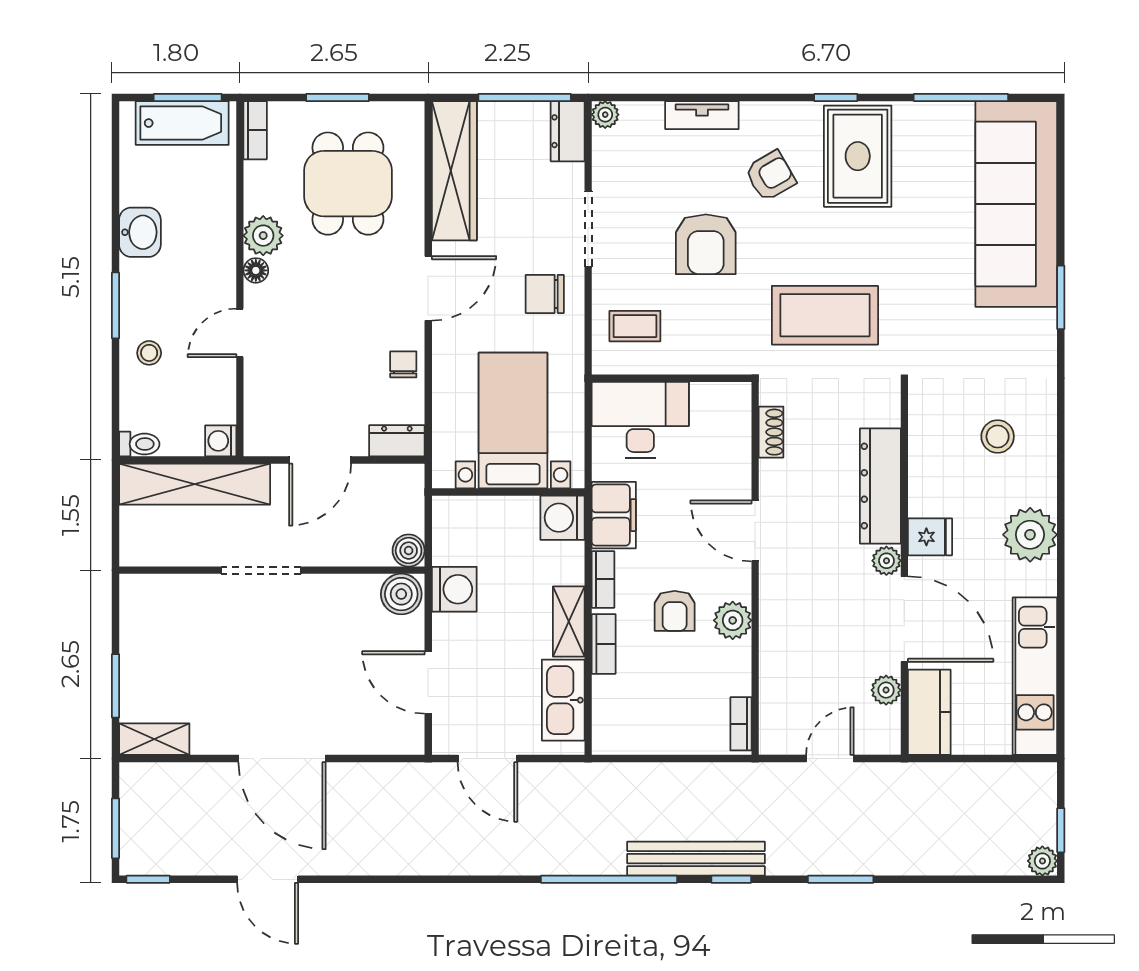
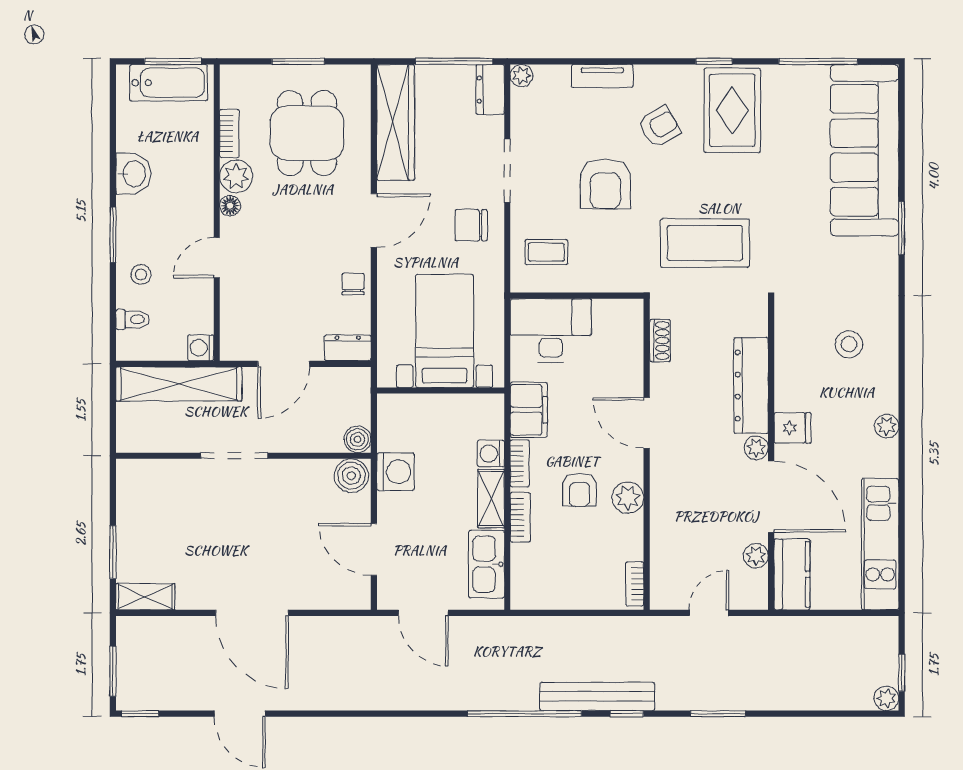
bookcase: (255, 130) -> (229, 133), moved
toilet: (139, 444) -> (133, 319), moved
washing machine: (562, 518) -> (491, 453), moved, width x0.73, depth x0.73
plant: (1030, 535) -> (887, 426), width x0.53, depth x0.53

